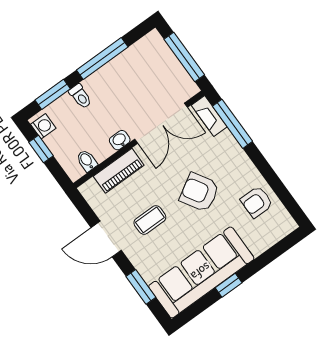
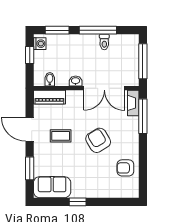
toilet: (80, 96) -> (104, 42), moved
piano: (119, 171) -> (49, 97), moved
sofa: (201, 272) -> (52, 187), width x0.54, depth x0.79

